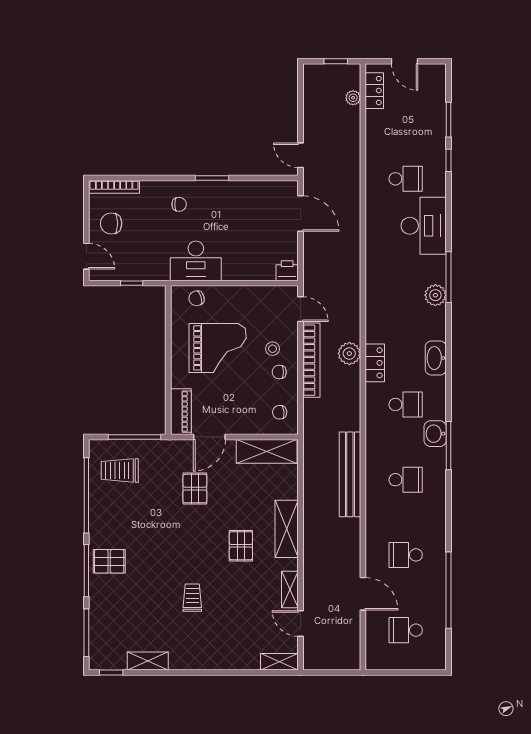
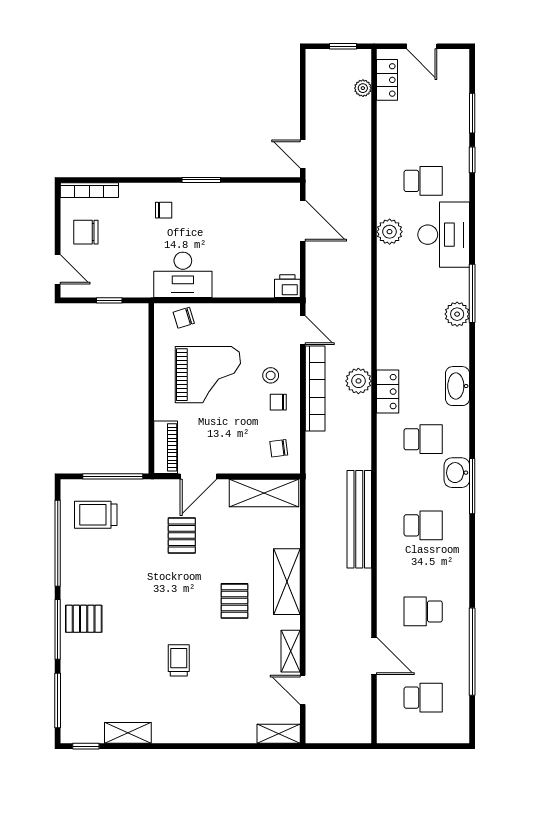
plant: (376, 223) -> (390, 232), added
school desk: (406, 630) -> (423, 698), turned 180

